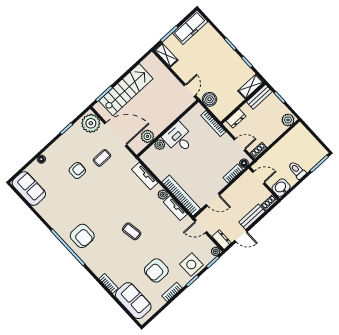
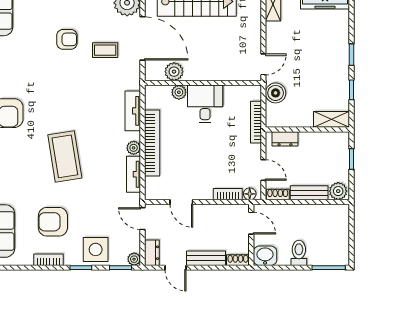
bench: (259, 97) -> (309, 193), moved
bookcase: (181, 195) -> (152, 143), moved
coffee table: (132, 231) -> (65, 156), width x1.86, depth x1.72

